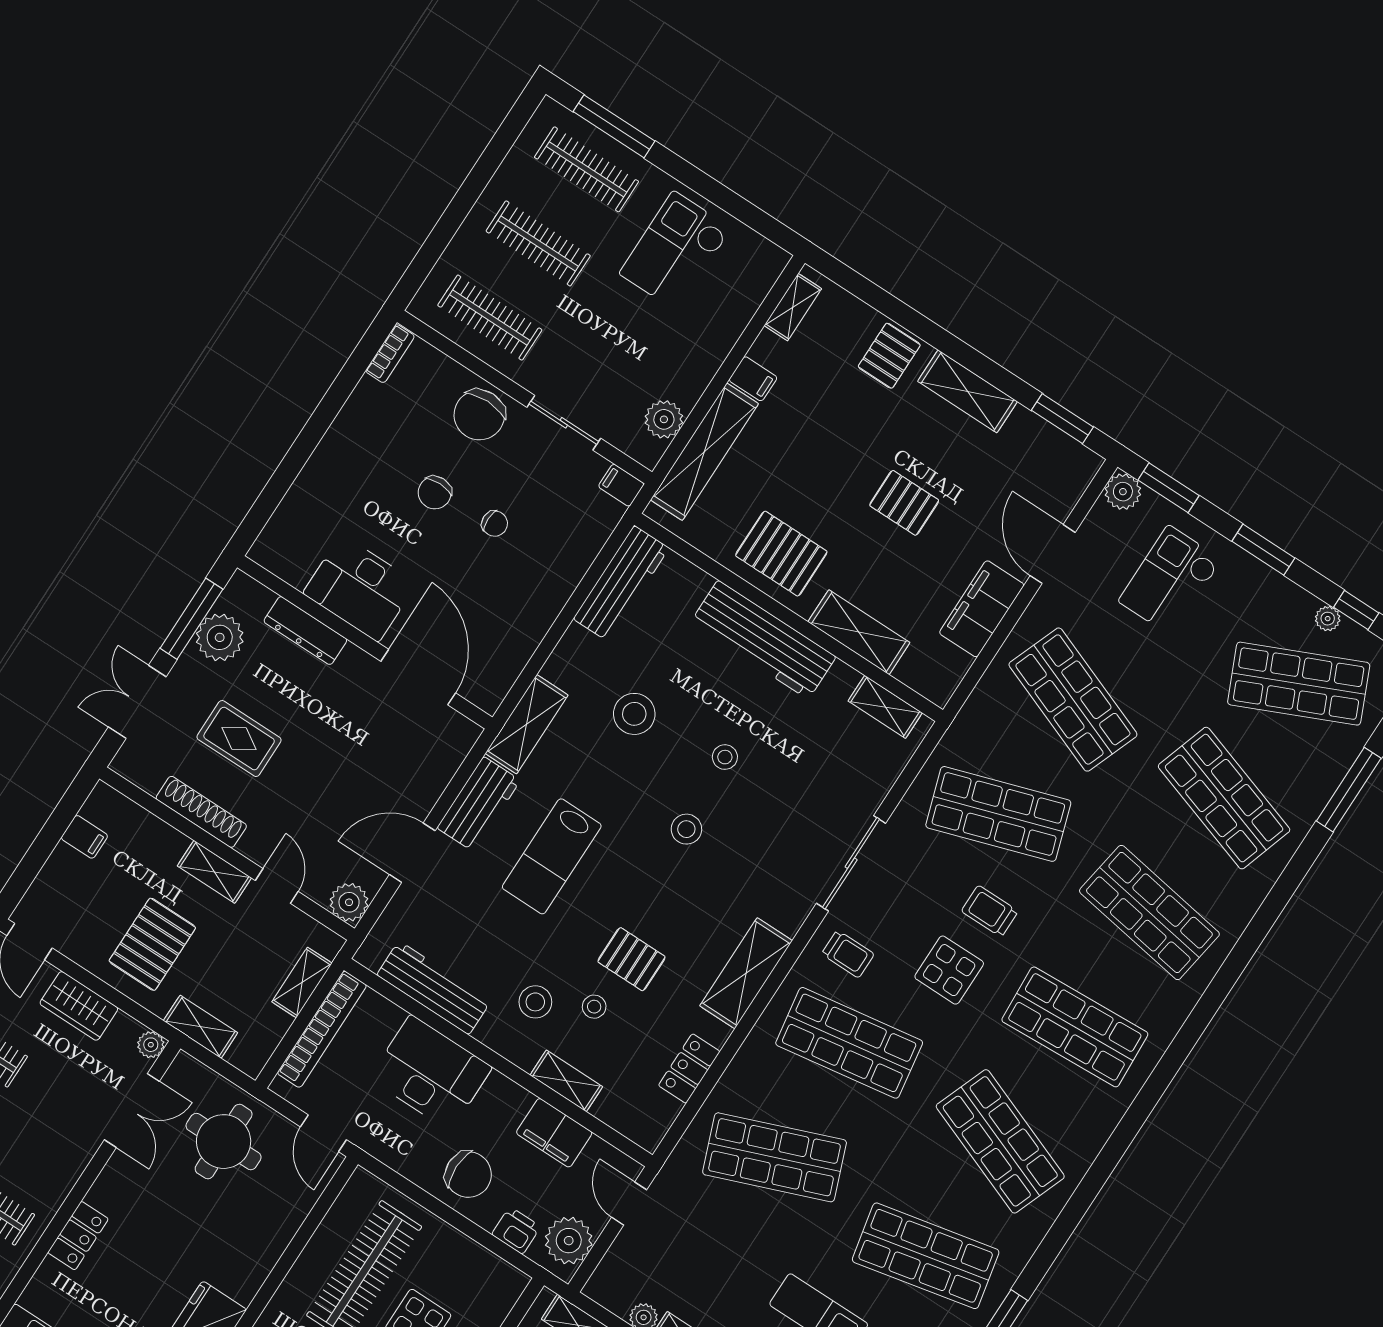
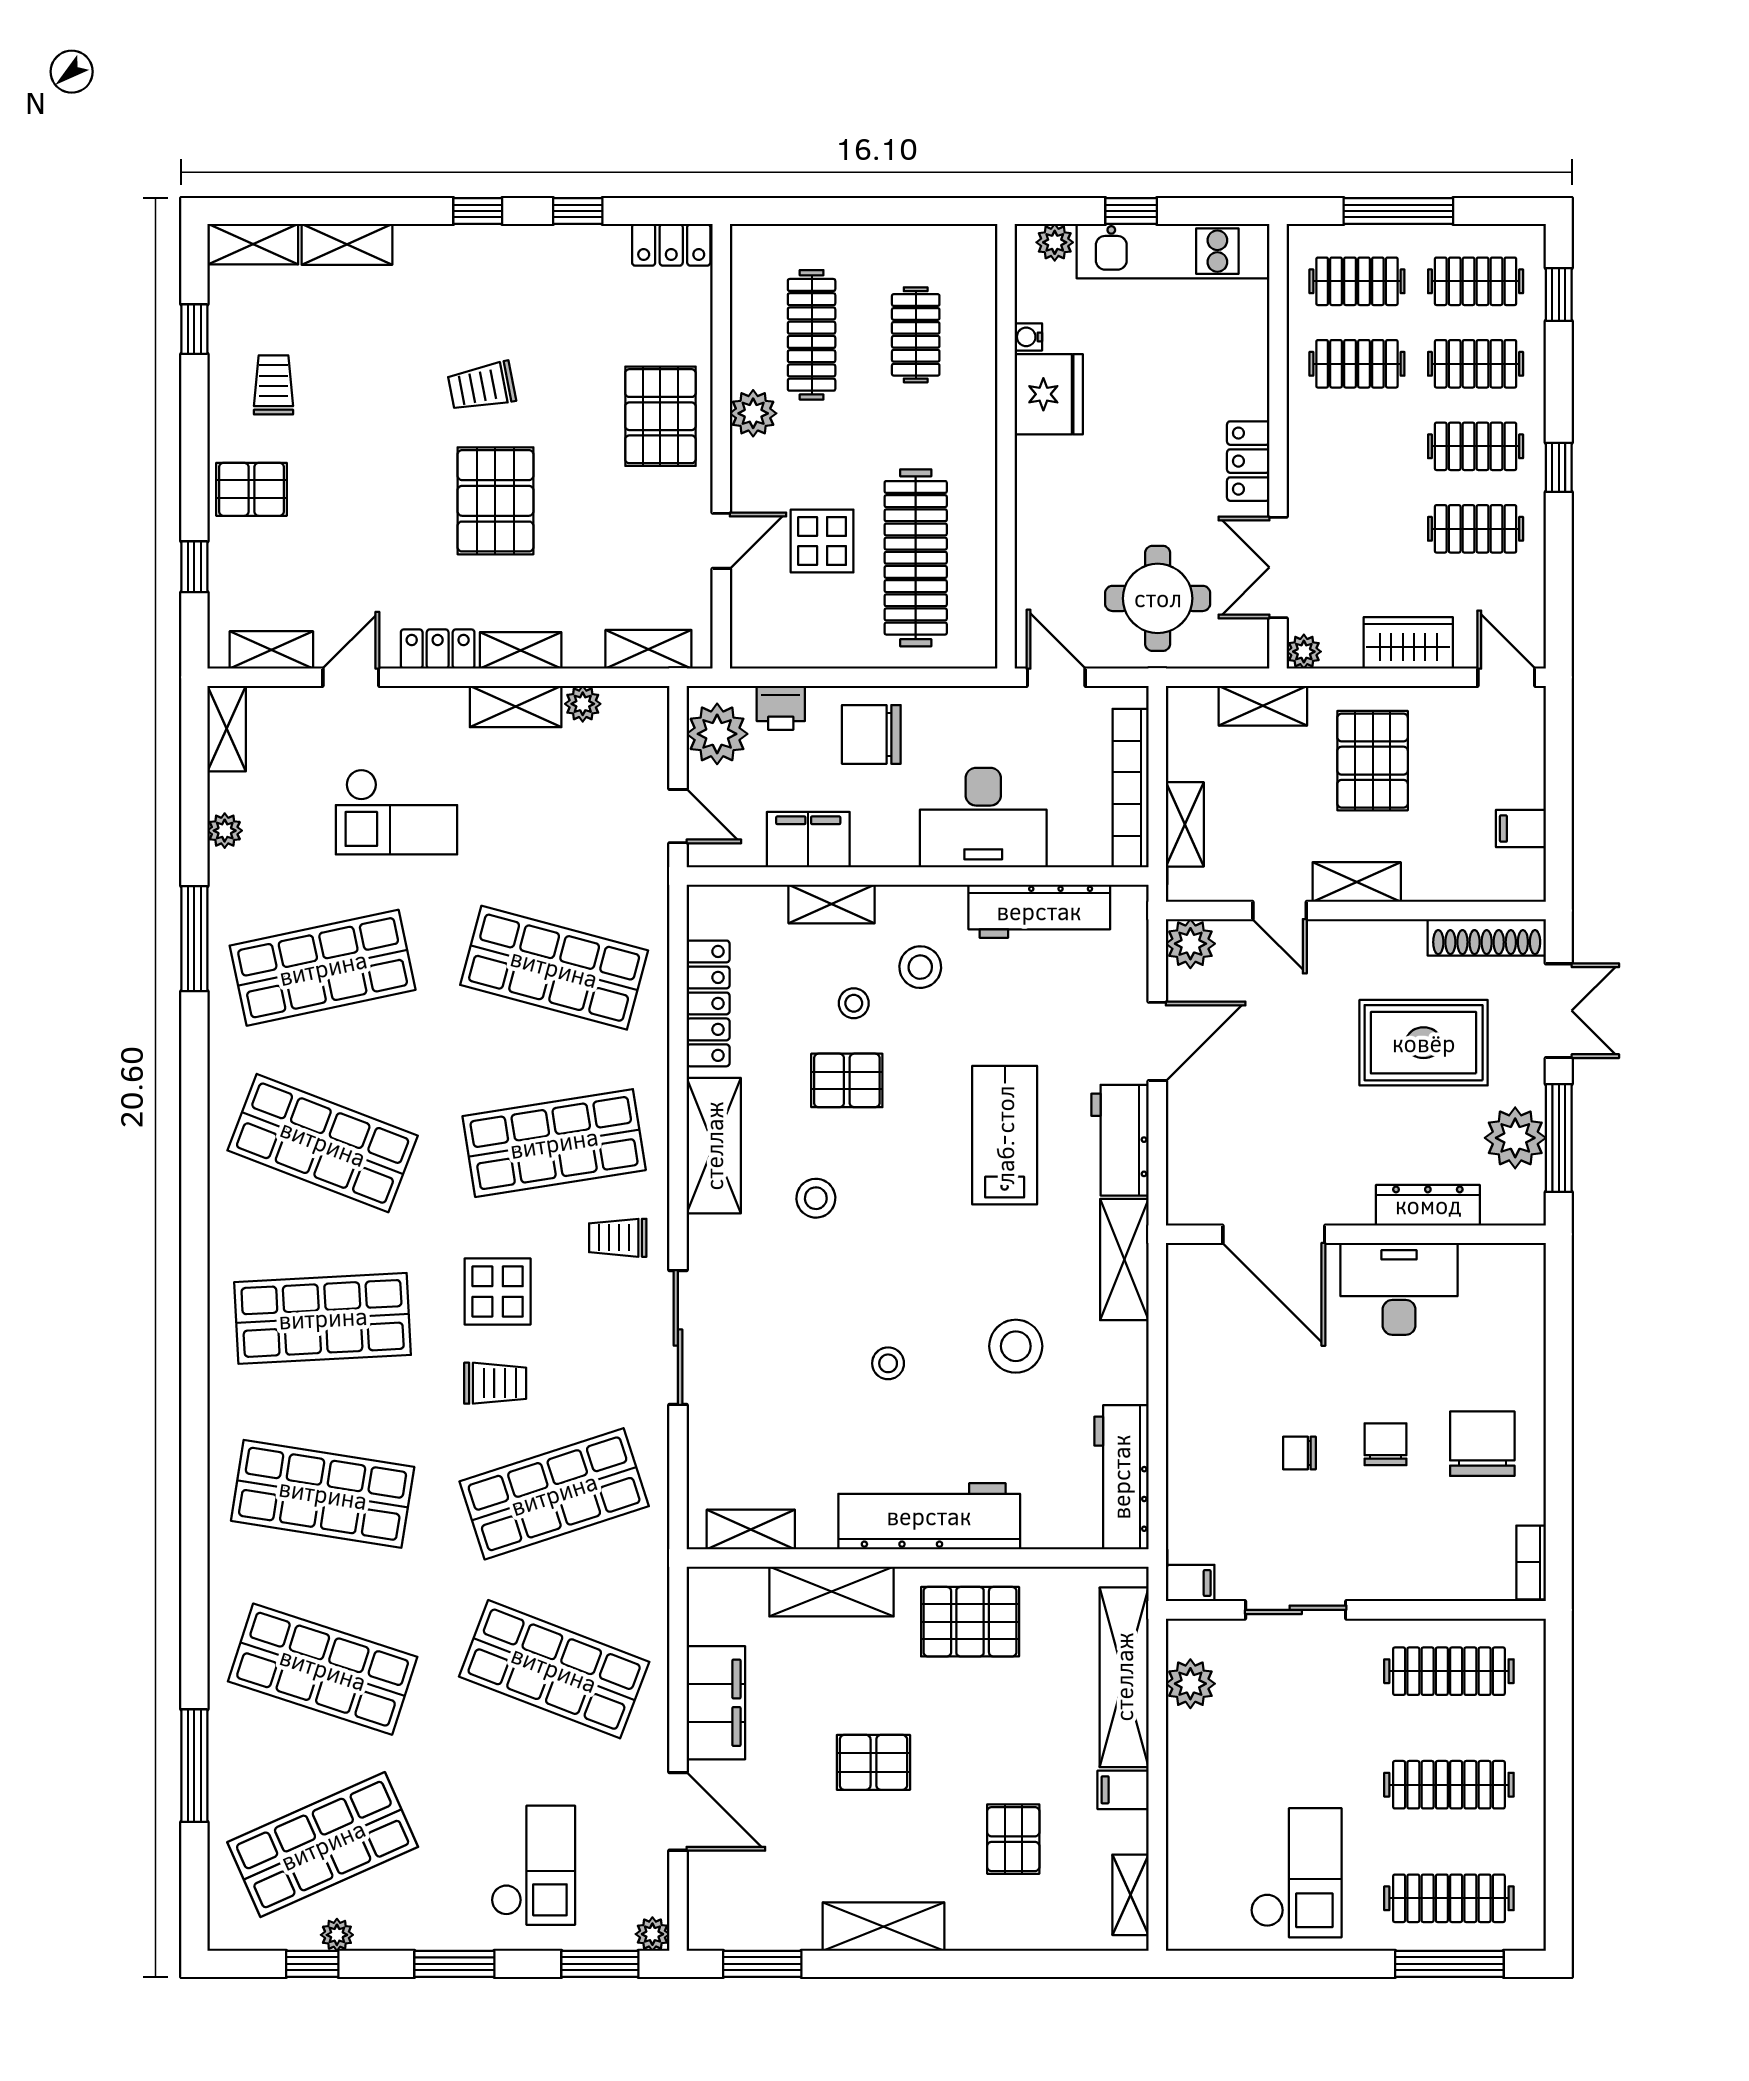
pallet: (889, 356) -> (1013, 1839), moved
chair: (479, 415) -> (1482, 1444), moved
plant: (1123, 492) -> (652, 1934), width x0.73, depth x0.73
rug: (239, 739) -> (1424, 1043), width x1.36, depth x1.43
shoe rack: (201, 812) -> (1487, 937), moved
stool: (686, 829) -> (816, 1198), moved
locker: (689, 1068) -> (708, 1003), width x1.53
shop shelf: (775, 1157) -> (554, 968), turned 36
locker: (78, 1236) -> (1248, 461), moved

